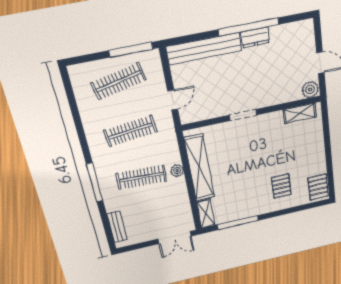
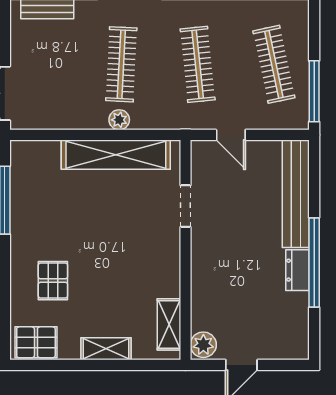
doorway: (243, 115) -> (185, 206), moved
pallet: (281, 186) -> (53, 281), turned 90
shelving: (206, 214) -> (106, 349), moved

